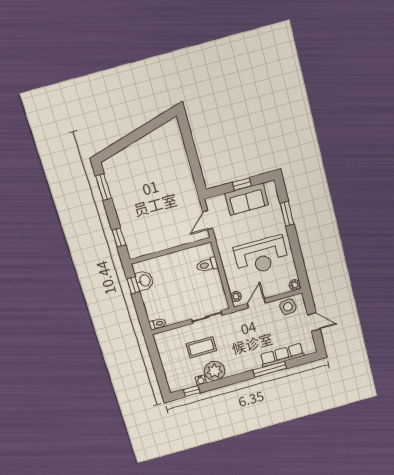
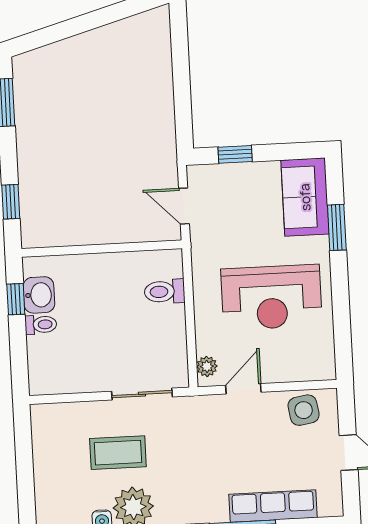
window: (242, 184) -> (235, 154), moved
sofa: (247, 199) -> (305, 197), moved, turned 90
door: (208, 220) -> (184, 206), hinge flipped
plant: (295, 285) -> (325, 370), removed
toilet: (157, 324) -> (41, 325), moved

